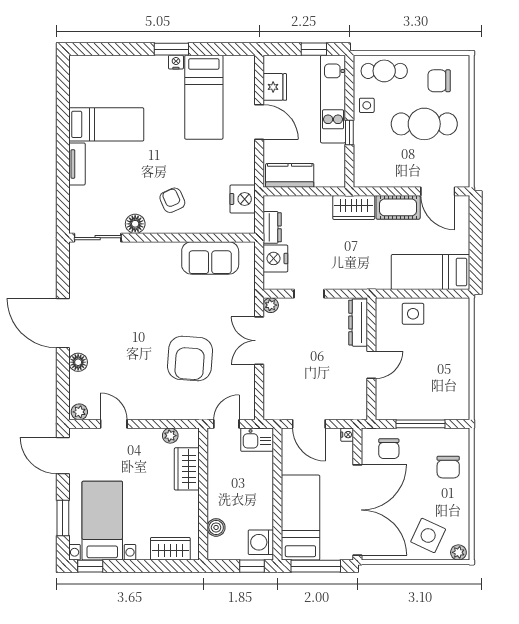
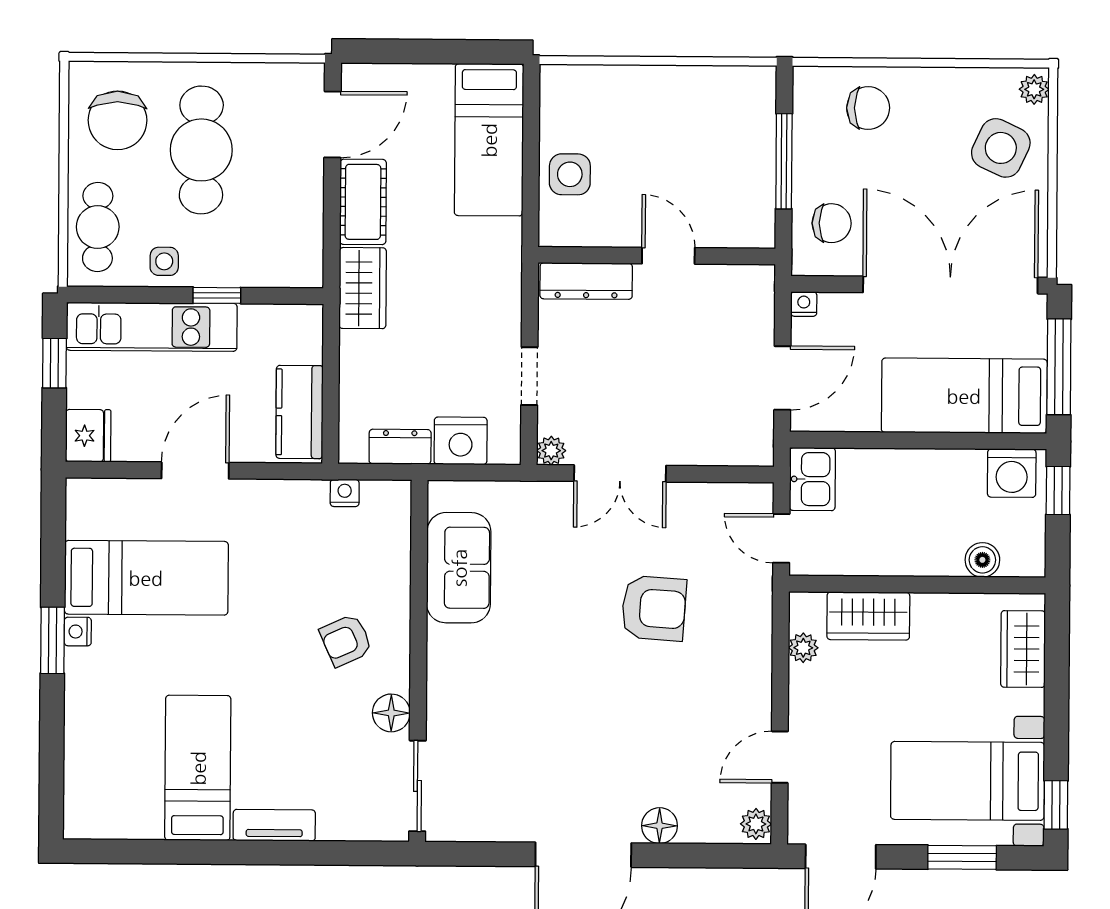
chair: (439, 81) -> (118, 120), width x1.37, depth x1.37
fridge: (275, 87) -> (88, 436), moved, turned 90
nightstand: (243, 199) -> (345, 493), width x0.53, depth x0.56
armchair: (190, 358) -> (654, 608), width x0.73, depth x0.73

